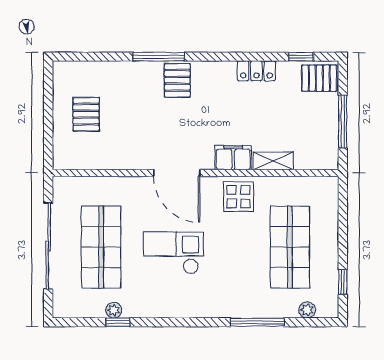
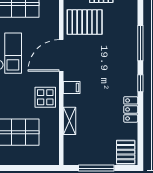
window: (301, 57) -> (140, 83), moved
pallet: (177, 80) -> (85, 22), moved, width x1.50, depth x1.42
filing cabinet: (233, 158) -> (72, 88), width x0.50

